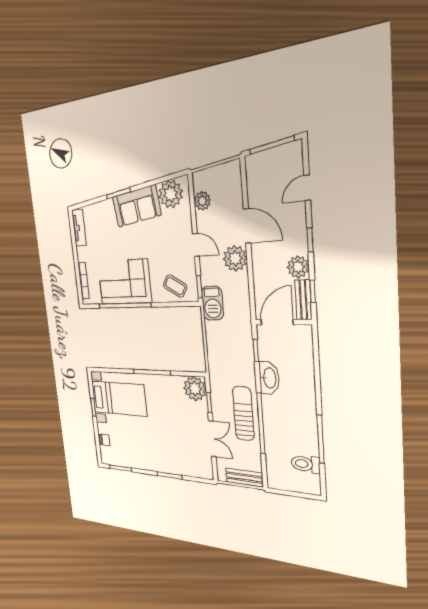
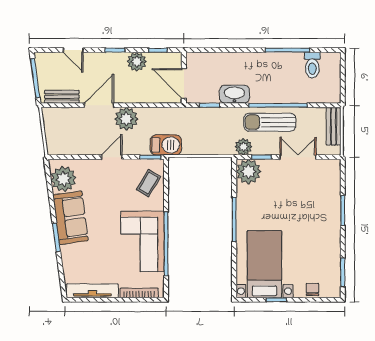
plant: (202, 201) -> (243, 147), moved
tv unit: (79, 228) -> (92, 291), width x1.41
bench: (303, 300) -> (62, 97), moved

